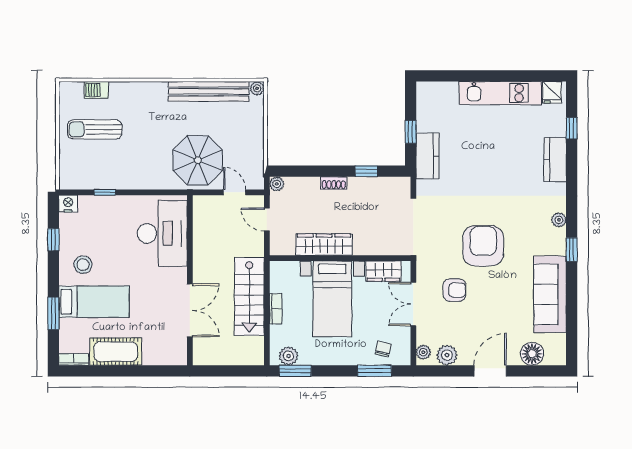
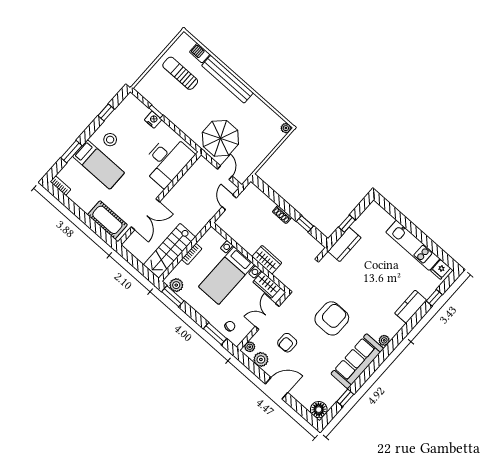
bench: (209, 91) -> (227, 79), moved
plant: (277, 184) -> (251, 188), removed
nightstand: (68, 204) -> (153, 120), moved
wardrobe: (324, 245) -> (267, 260), moved, width x0.67
window: (572, 250) -> (345, 398), moved
armchair: (454, 290) -> (287, 343), moved, turned 90
sofa: (550, 294) -> (357, 361), moved
stairs: (249, 296) -> (169, 251), moved
cot: (116, 352) -> (107, 220), moved
floor lamp: (532, 354) -> (319, 410), moved

